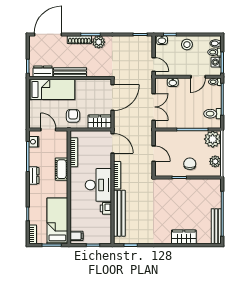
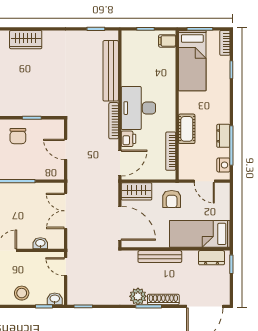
bench: (70, 72) -> (160, 257), moved
door: (112, 97) -> (120, 223), swing flipped
door: (112, 143) -> (120, 163), swing flipped
dresser: (34, 175) -> (223, 136), moved
printer: (106, 208) -> (128, 139), moved

